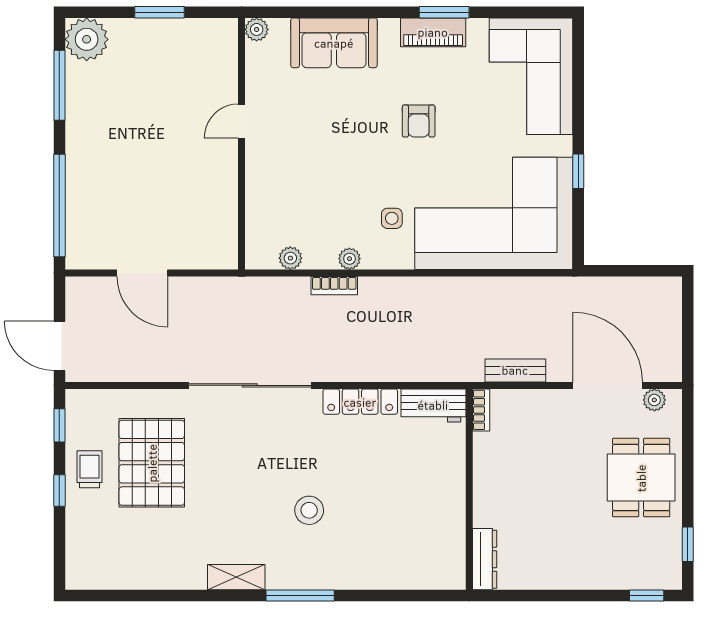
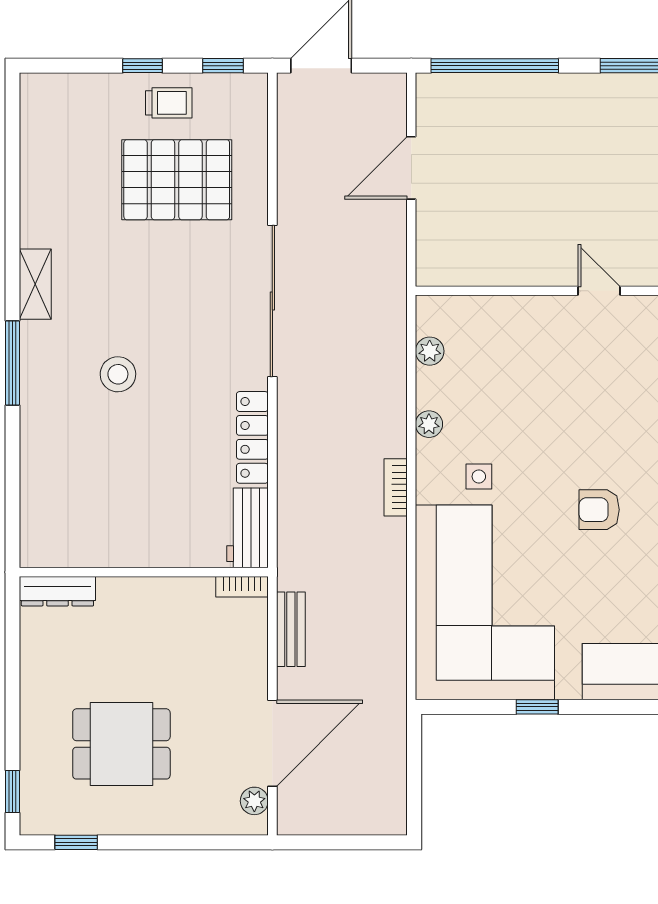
bookcase: (334, 286) -> (396, 487), moved
dining table: (641, 478) -> (121, 744), moved

